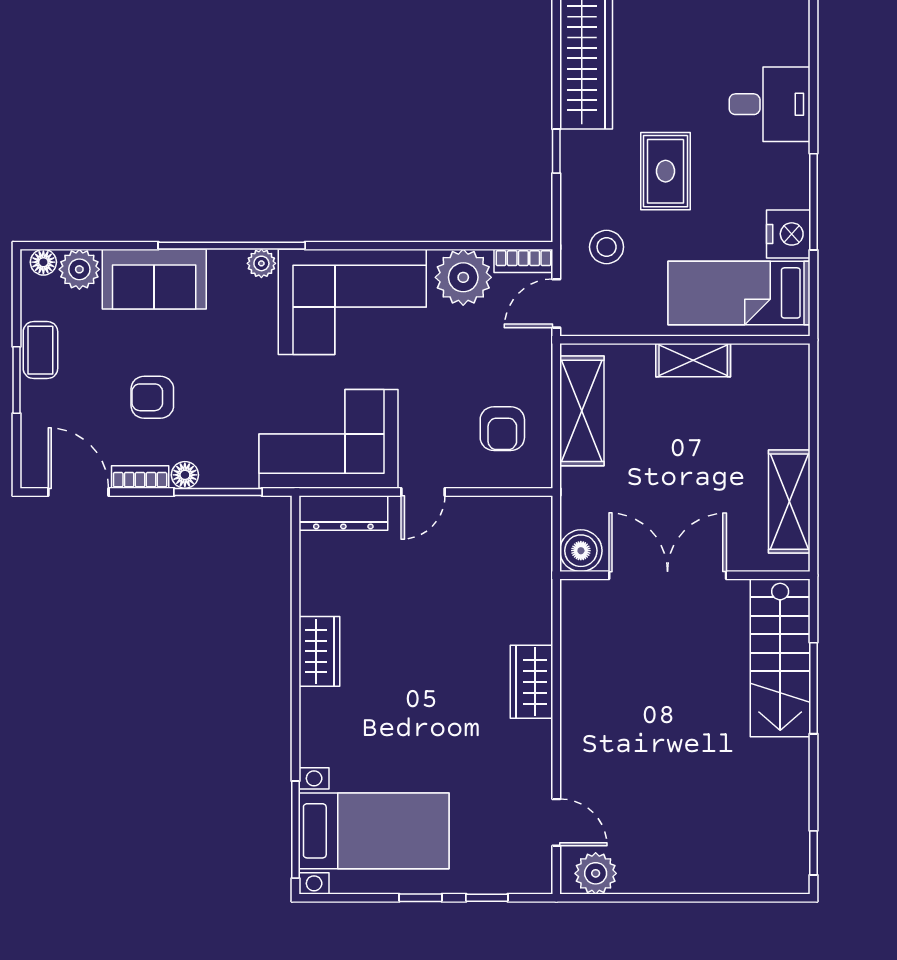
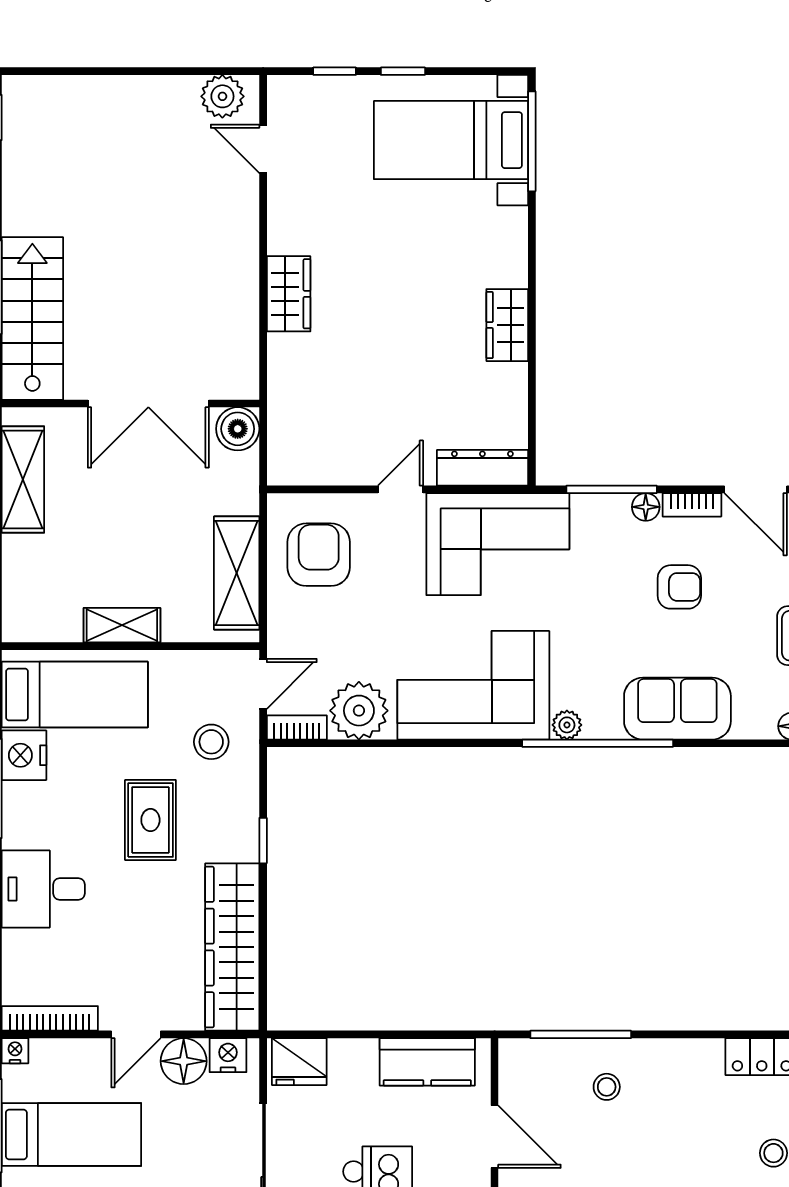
plant: (79, 269) -> (755, 719), removed
armchair: (502, 429) -> (319, 555), width x1.38, depth x1.38

